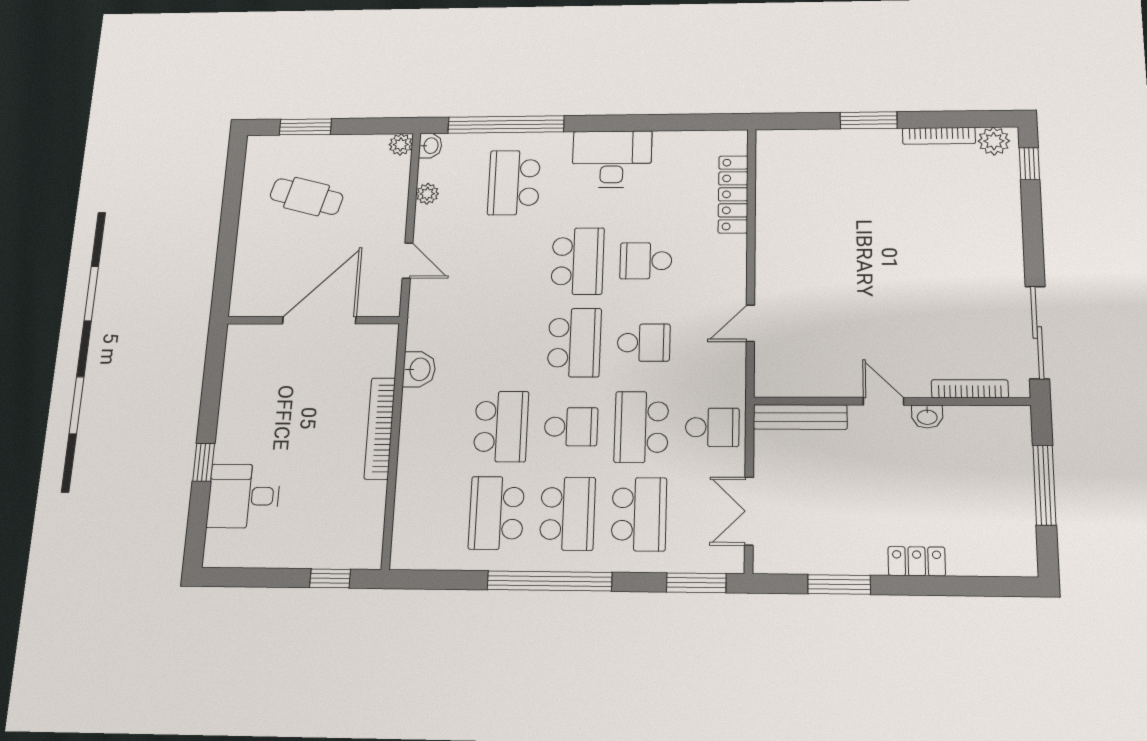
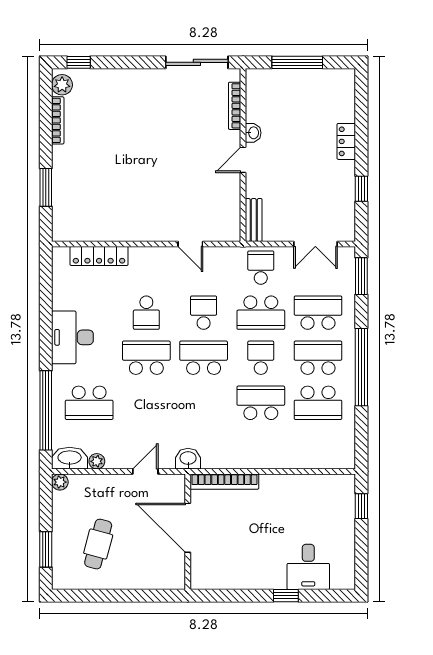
window: (869, 120) -> (46, 187), moved
washbasin: (430, 146) -> (70, 458), width x1.91, depth x1.45
washbasin: (419, 369) -> (188, 459), moved
bench: (800, 417) -> (254, 220), width x0.73
bookcase: (380, 428) -> (224, 482), moved
window: (839, 585) -> (361, 189), width x0.67

